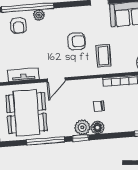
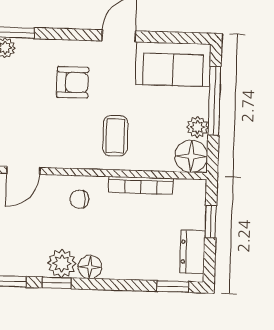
armchair: (76, 41) -> (73, 82), moved
chair: (99, 106) -> (79, 199), moved

